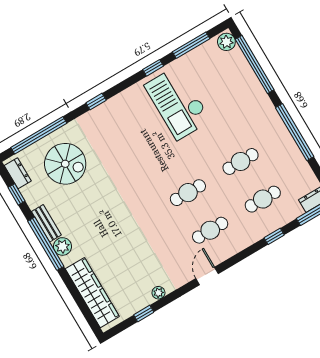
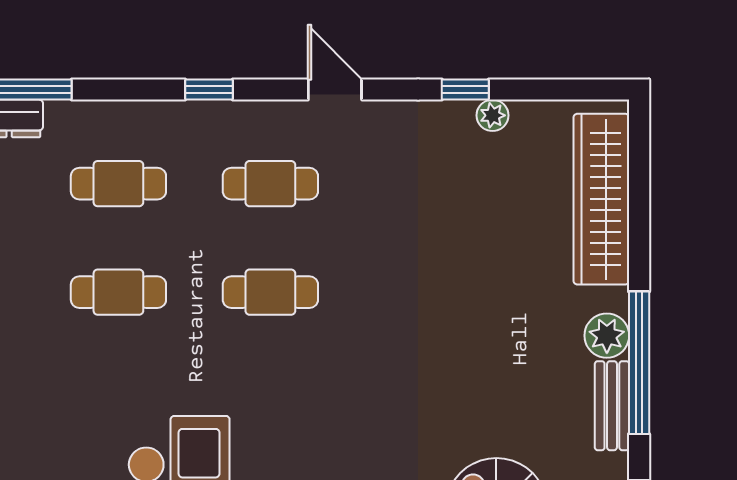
window: (274, 236) -> (209, 90), moved
door: (207, 276) -> (335, 90), swing flipped
plant: (158, 293) -> (493, 115), moved
window: (144, 313) -> (465, 90), moved

